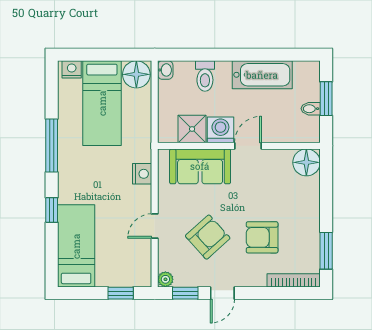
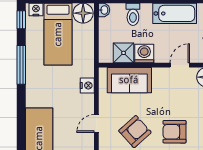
door: (248, 146) -> (180, 65), moved
window: (52, 210) -> (21, 20), moved

